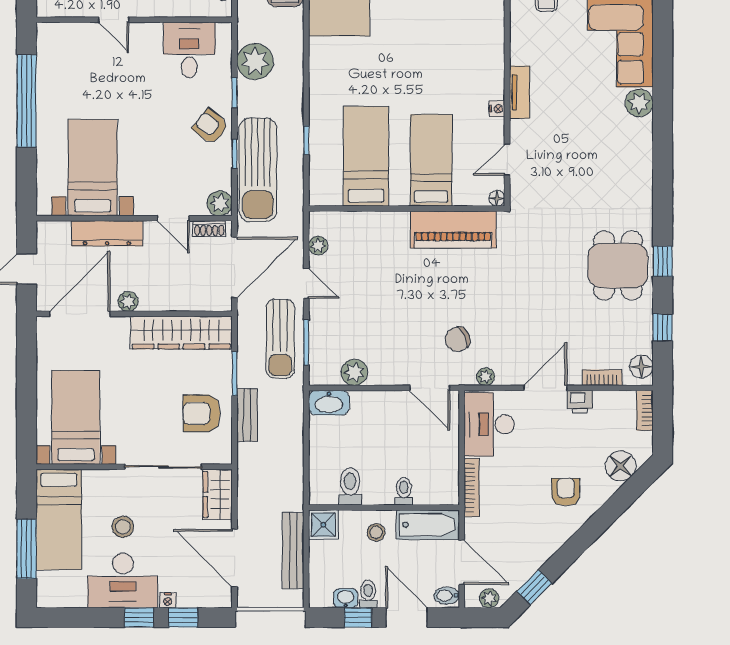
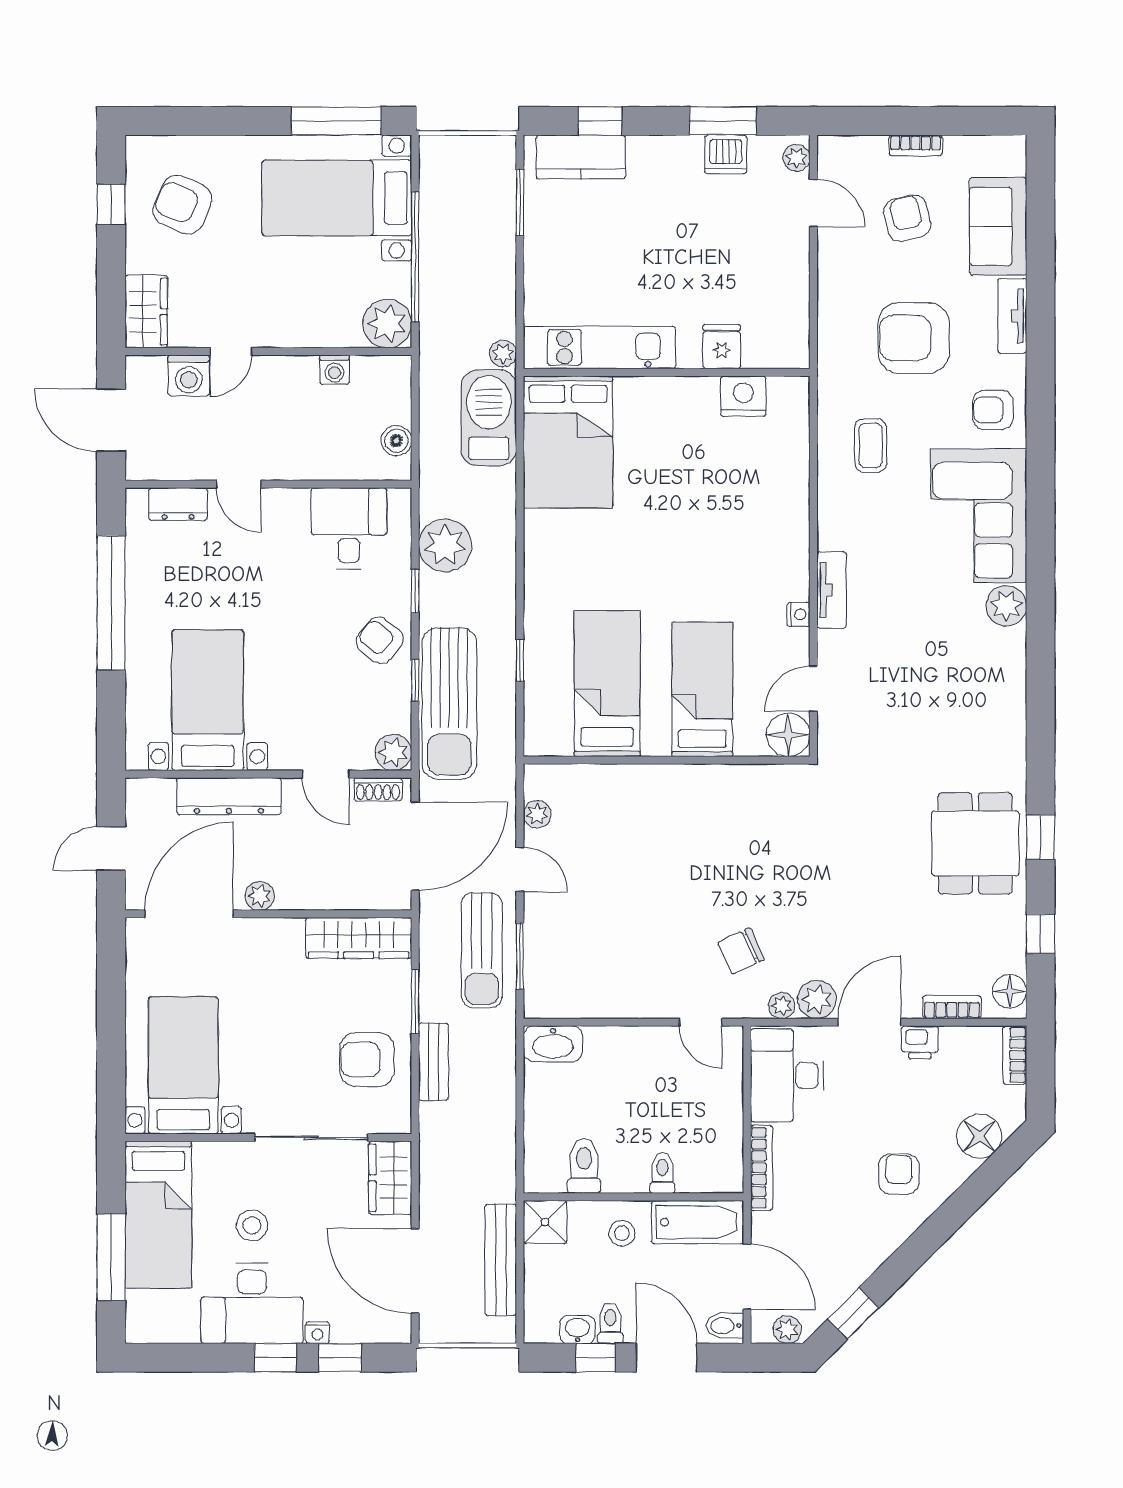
dresser: (72, 33) -> (178, 504), added
floor lamp: (497, 198) -> (788, 735), width x1.89, depth x1.89
piano: (453, 230) -> (735, 791), removed
wardrobe: (181, 333) -> (359, 938), width x0.71, depth x0.85
plant: (354, 372) -> (817, 999), moved
door: (430, 388) -> (700, 1022), width x0.73

